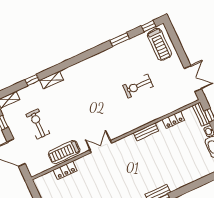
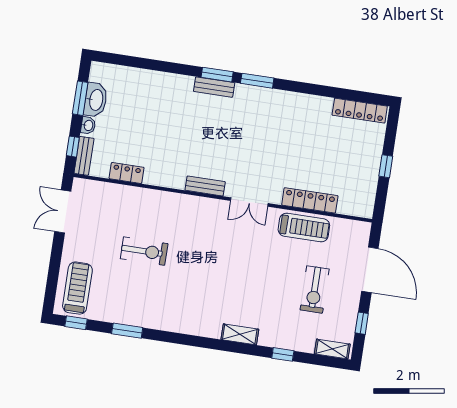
shelving: (52, 80) -> (240, 334), moved
bench: (146, 132) -> (205, 186), moved
locker: (65, 170) -> (310, 200), width x1.53

